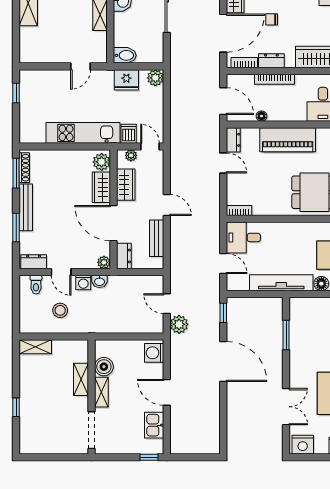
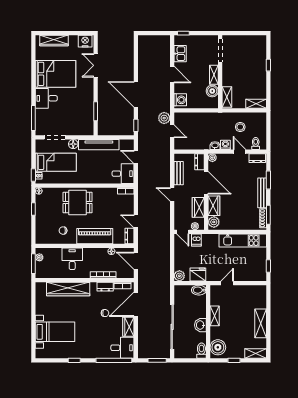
kitchen unit: (83, 133) -> (243, 241), moved
shelving: (81, 379) -> (227, 97), moved

